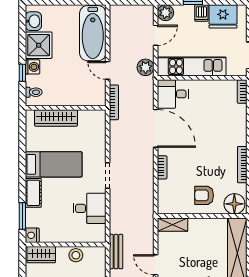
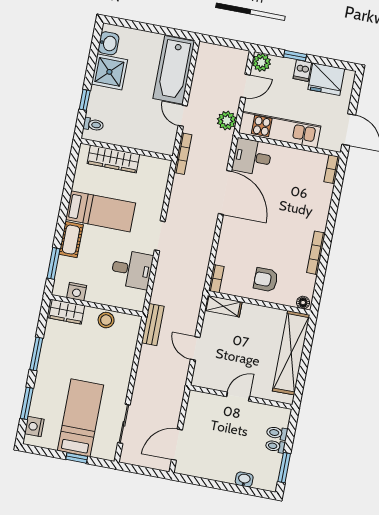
washing machine: (32, 67) -> (98, 95), removed
bookcase: (162, 167) -> (216, 279), moved
floor lamp: (234, 204) -> (303, 303), width x0.53, depth x0.53
nightstand: (32, 235) -> (77, 292), moved, turned -90

